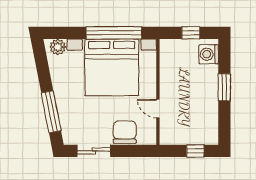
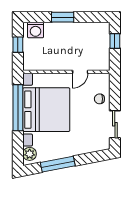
window: (51, 112) -> (58, 164), moved
chair: (125, 132) -> (99, 99), width x0.54, depth x0.54

